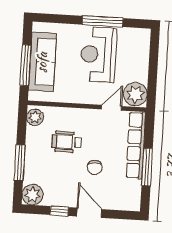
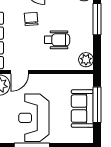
reception desk: (98, 54) -> (34, 118), turned 180
sofa: (42, 62) -> (82, 109), width x0.73

